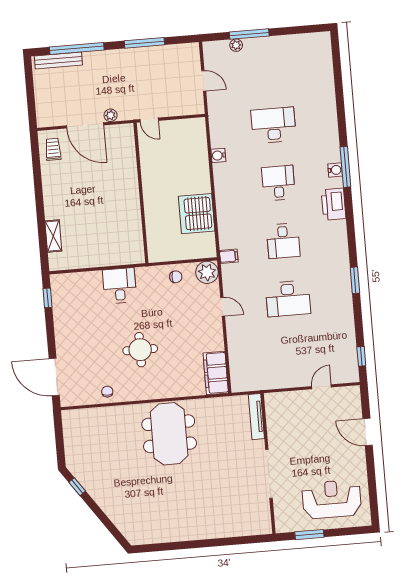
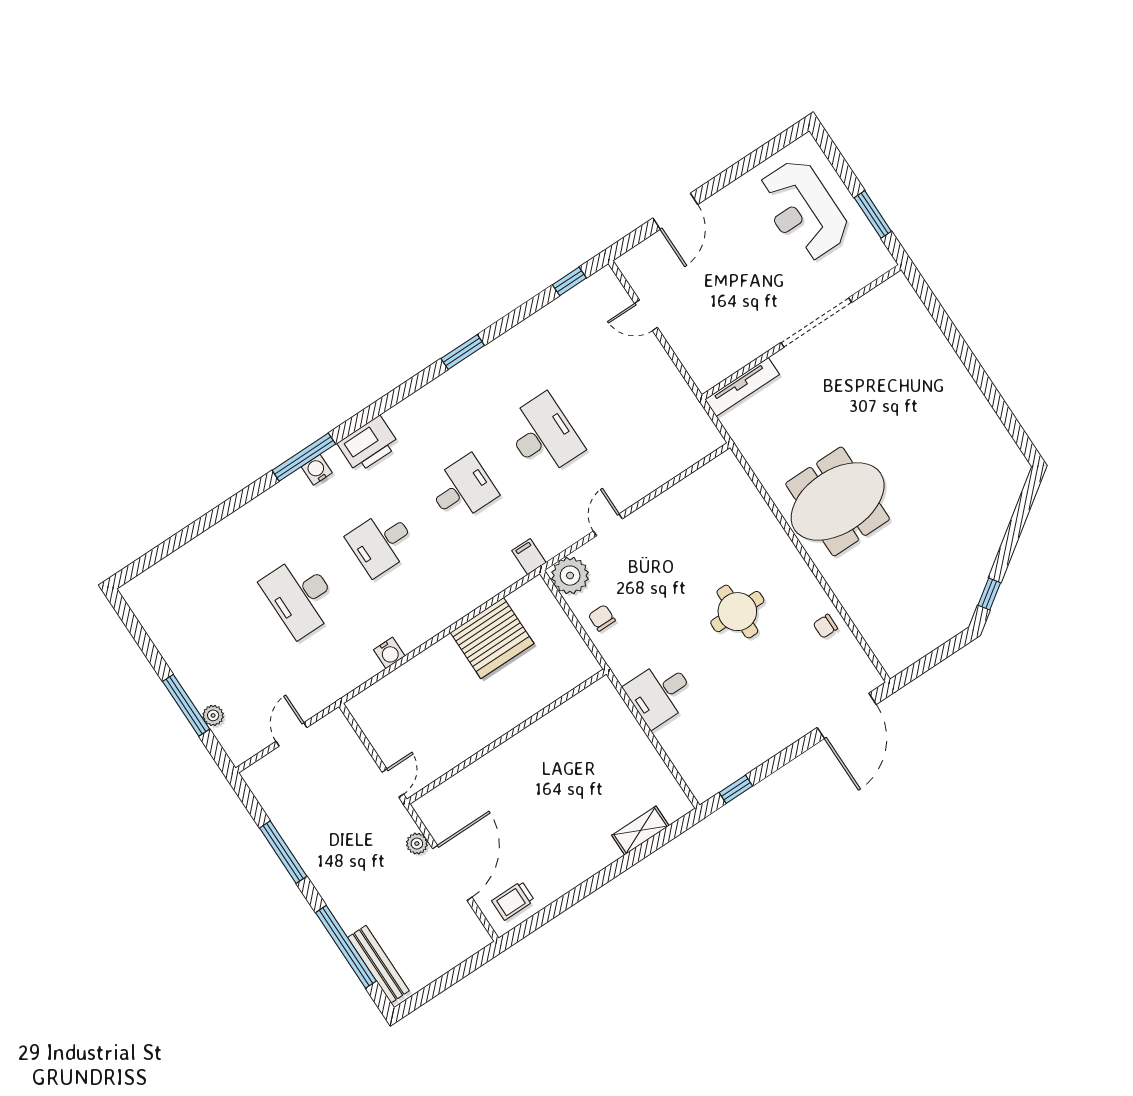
filing cabinet: (216, 373) -> (711, 482), removed

